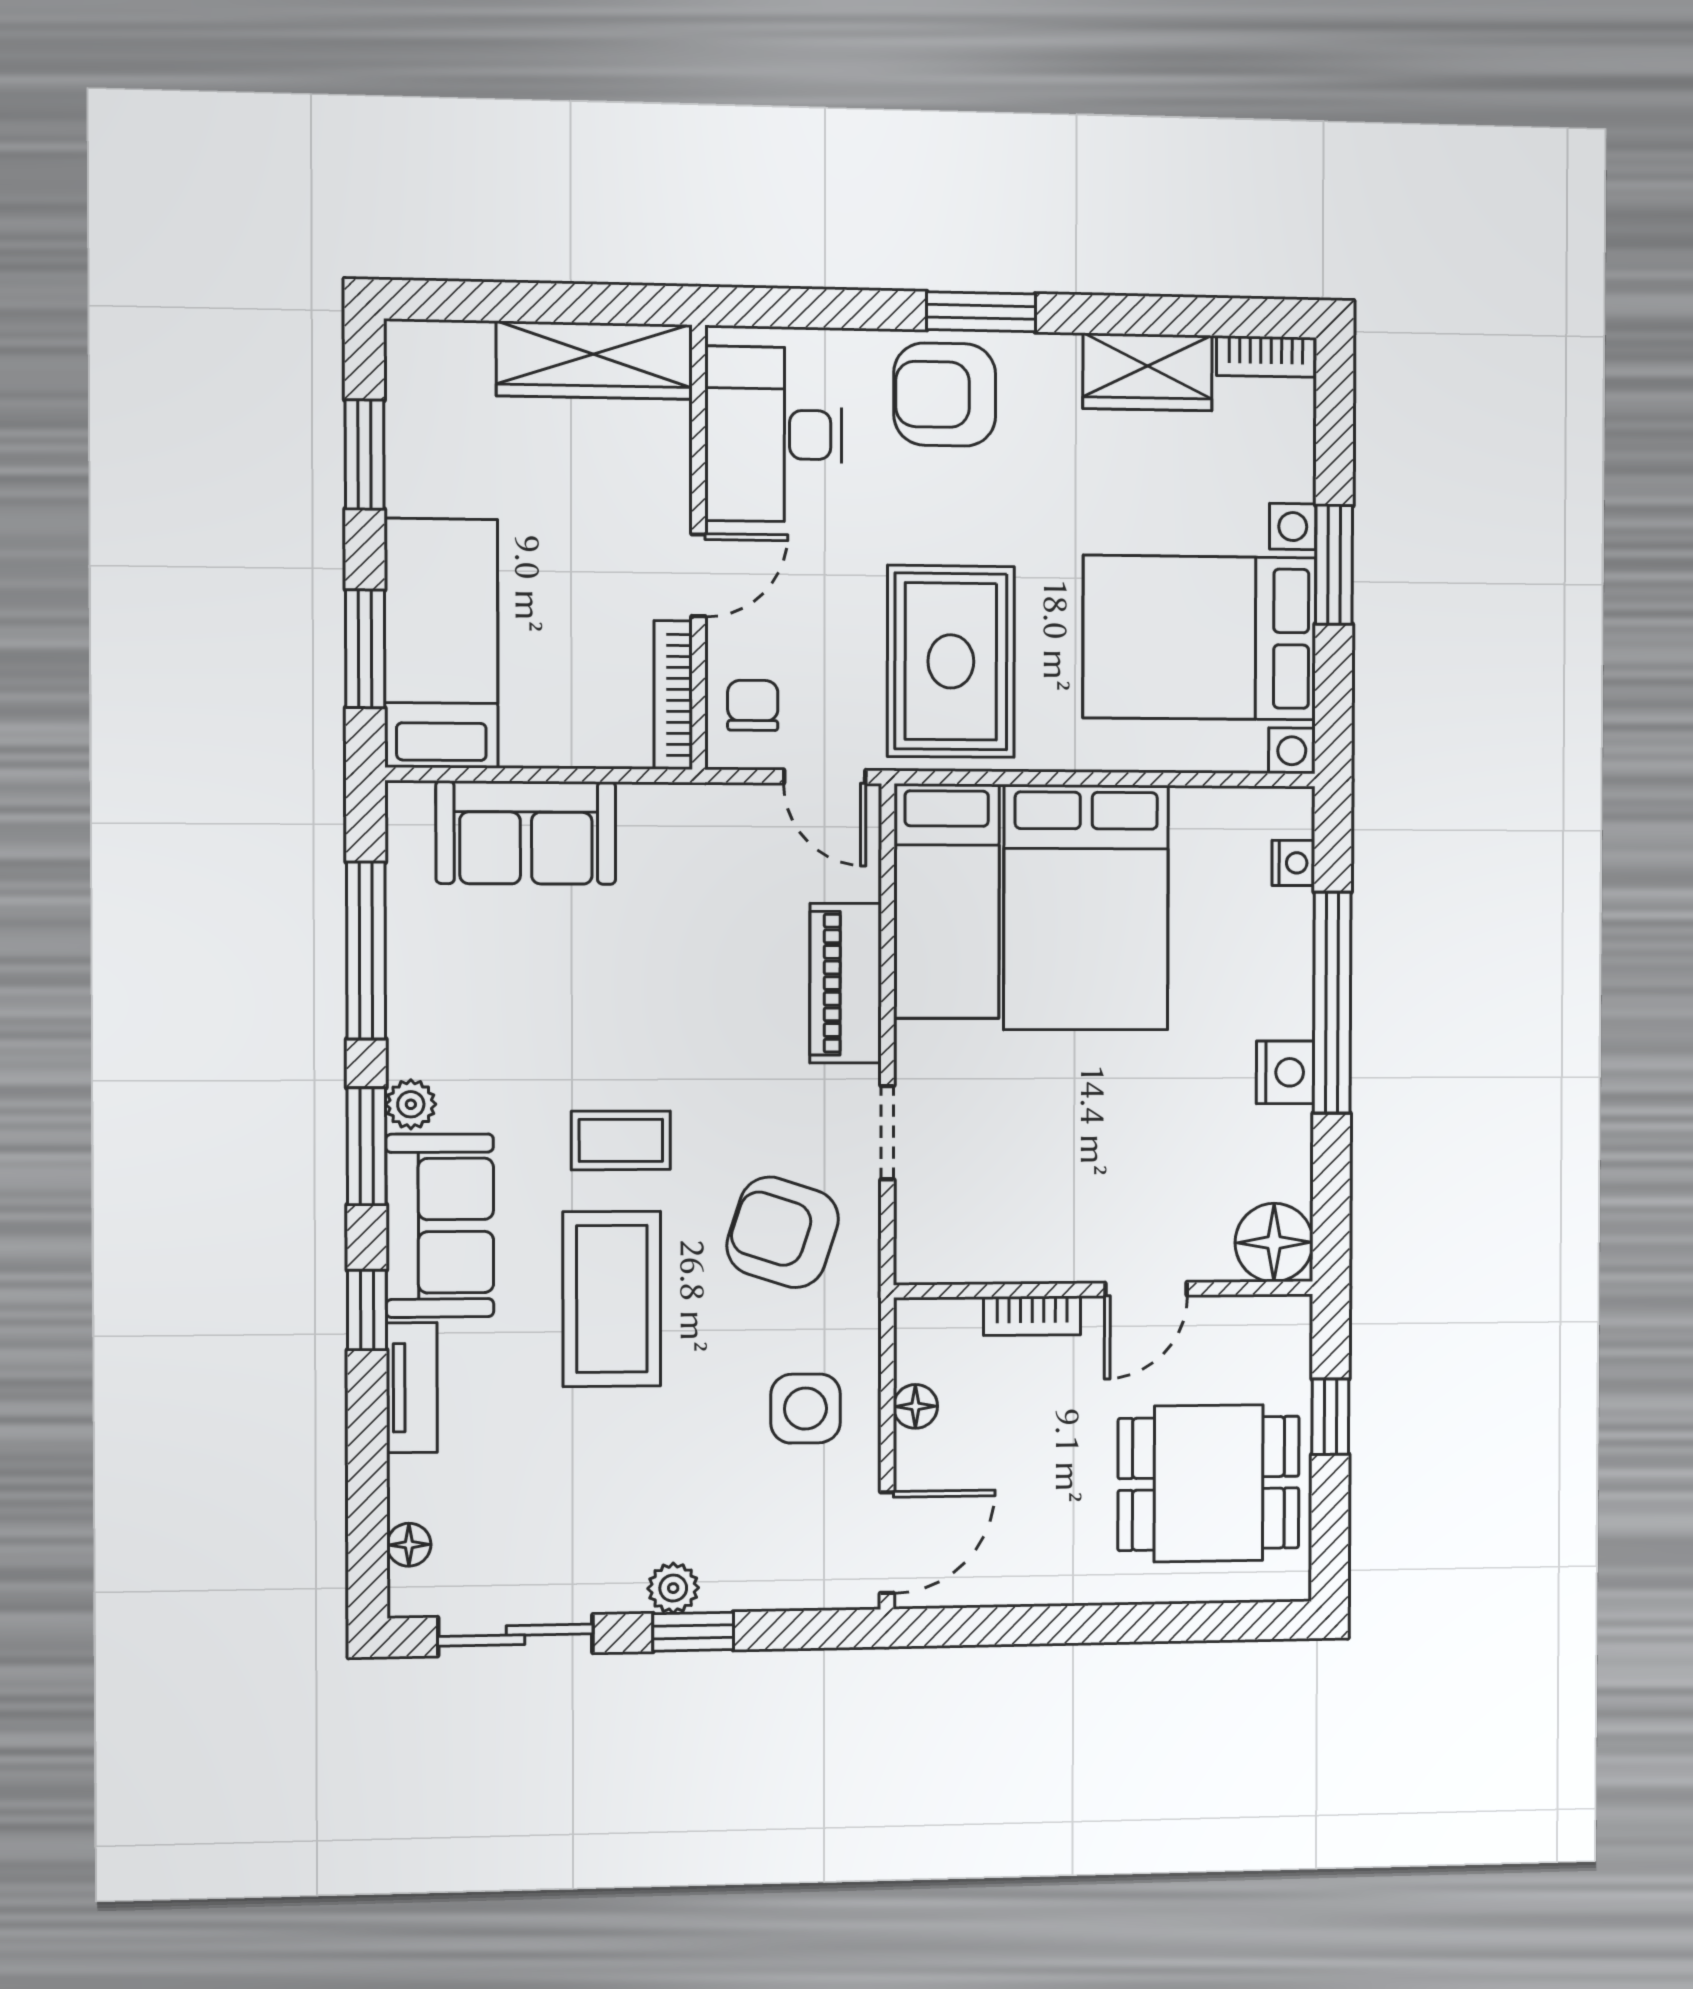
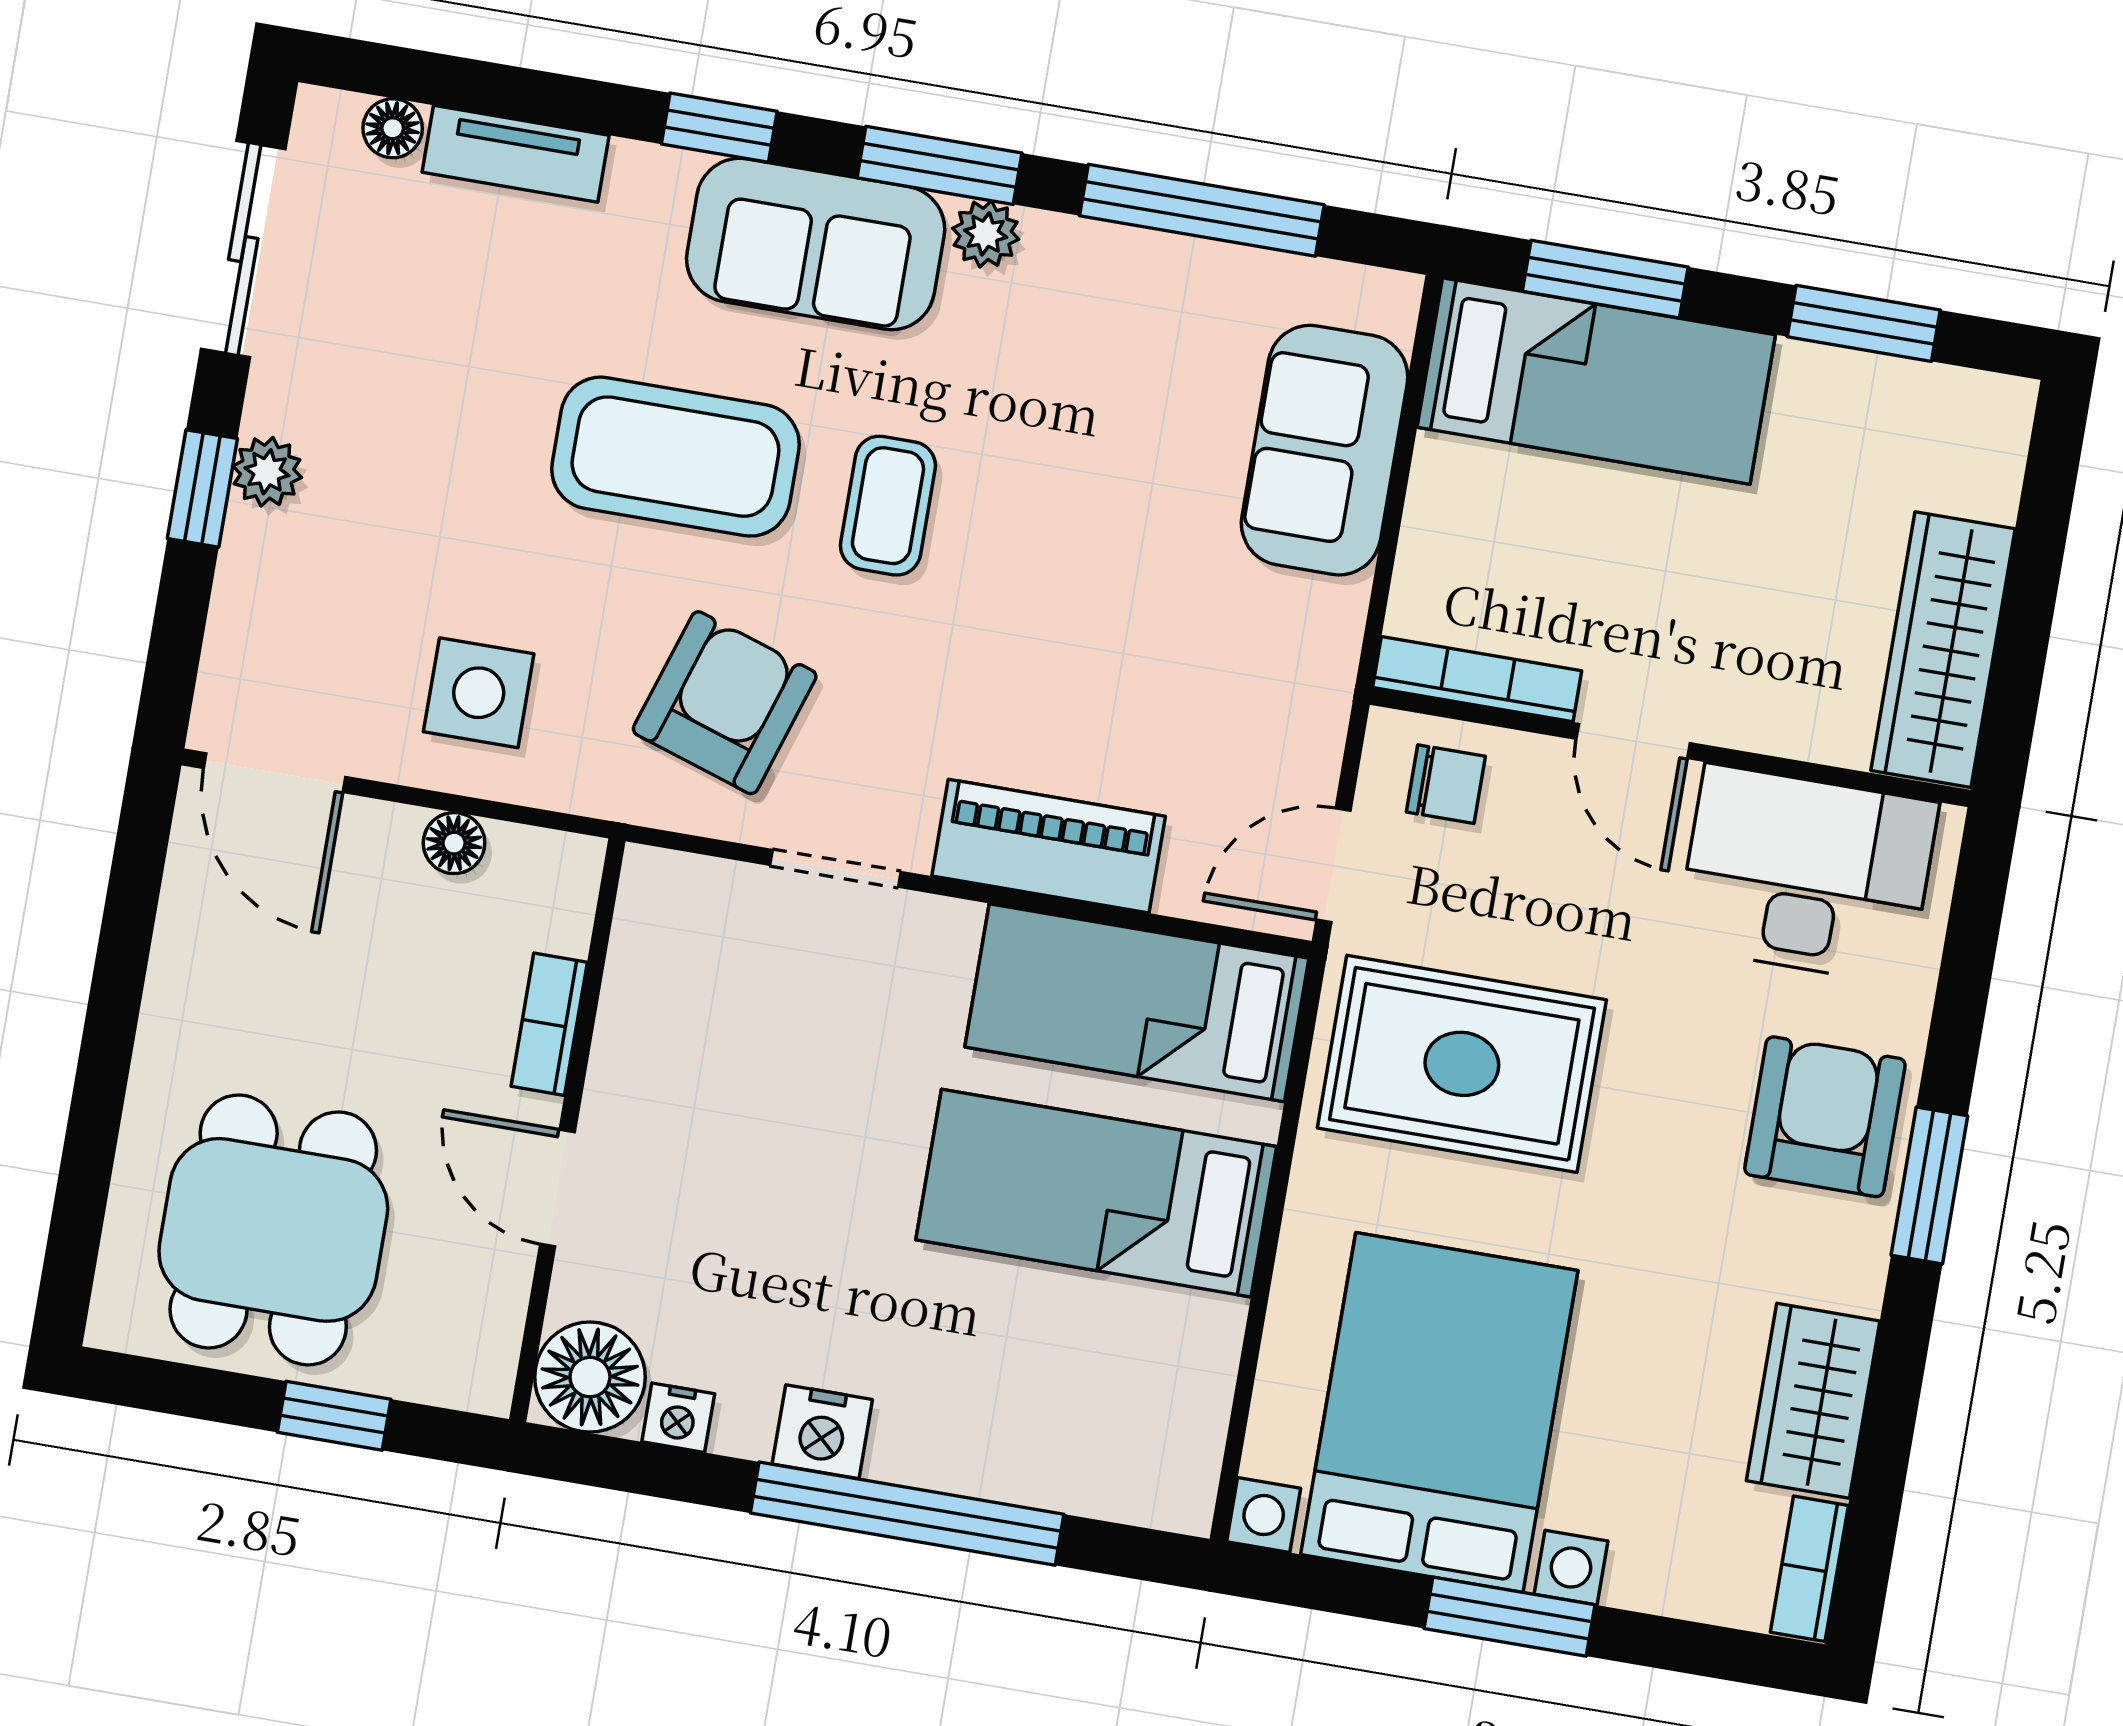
nightstand: (1293, 863) -> (678, 1418), moved
bed: (1086, 907) -> (1096, 1193), width x0.67
tv unit: (412, 1388) -> (516, 154), moved

